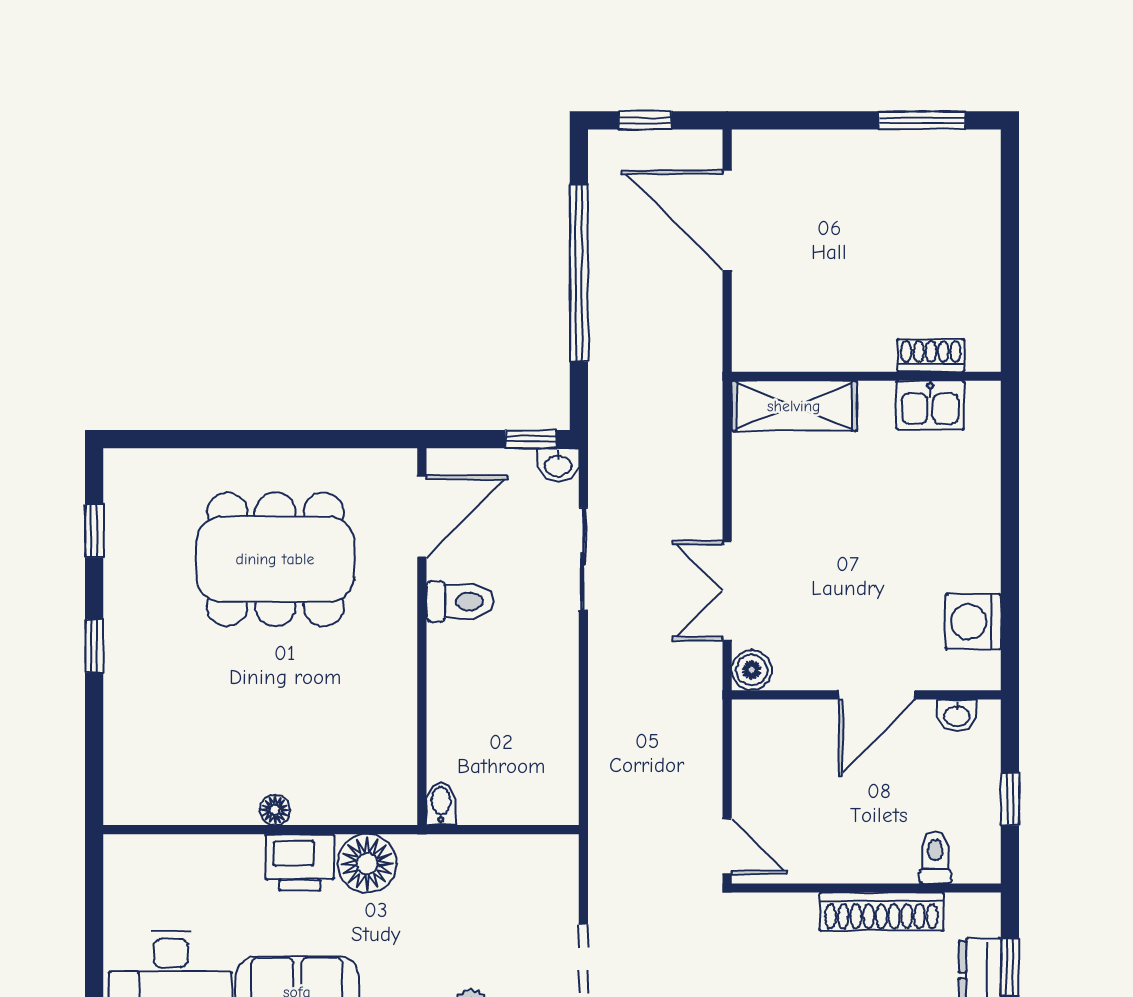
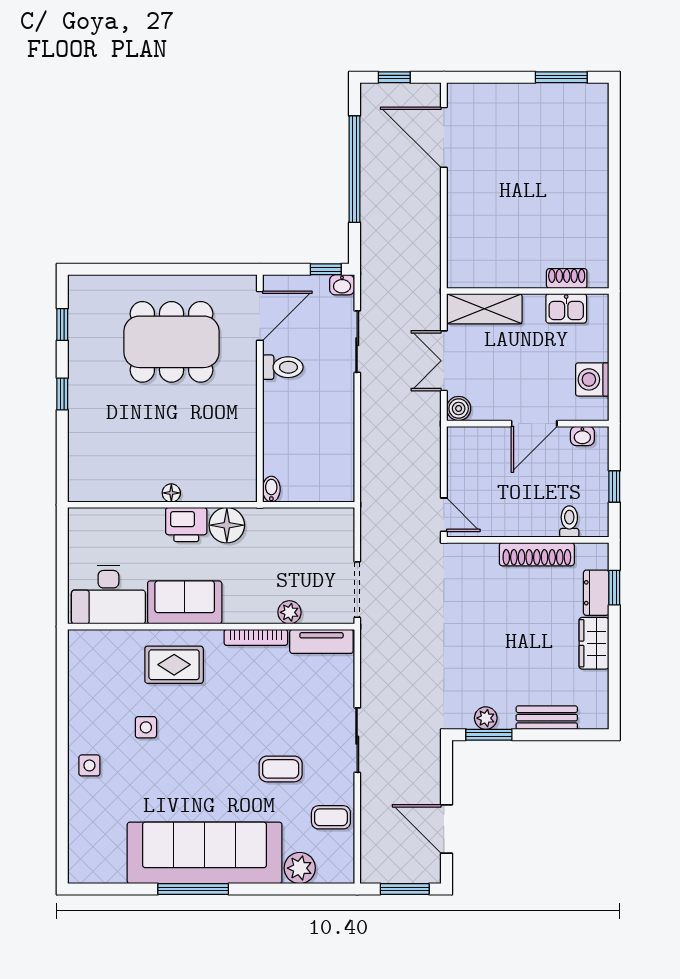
shoe rack: (931, 355) -> (567, 278), moved
wall: (866, 376) -> (528, 291), moved
kitchen sink: (930, 405) -> (566, 308), moved
shelving: (794, 406) -> (484, 309), moved

